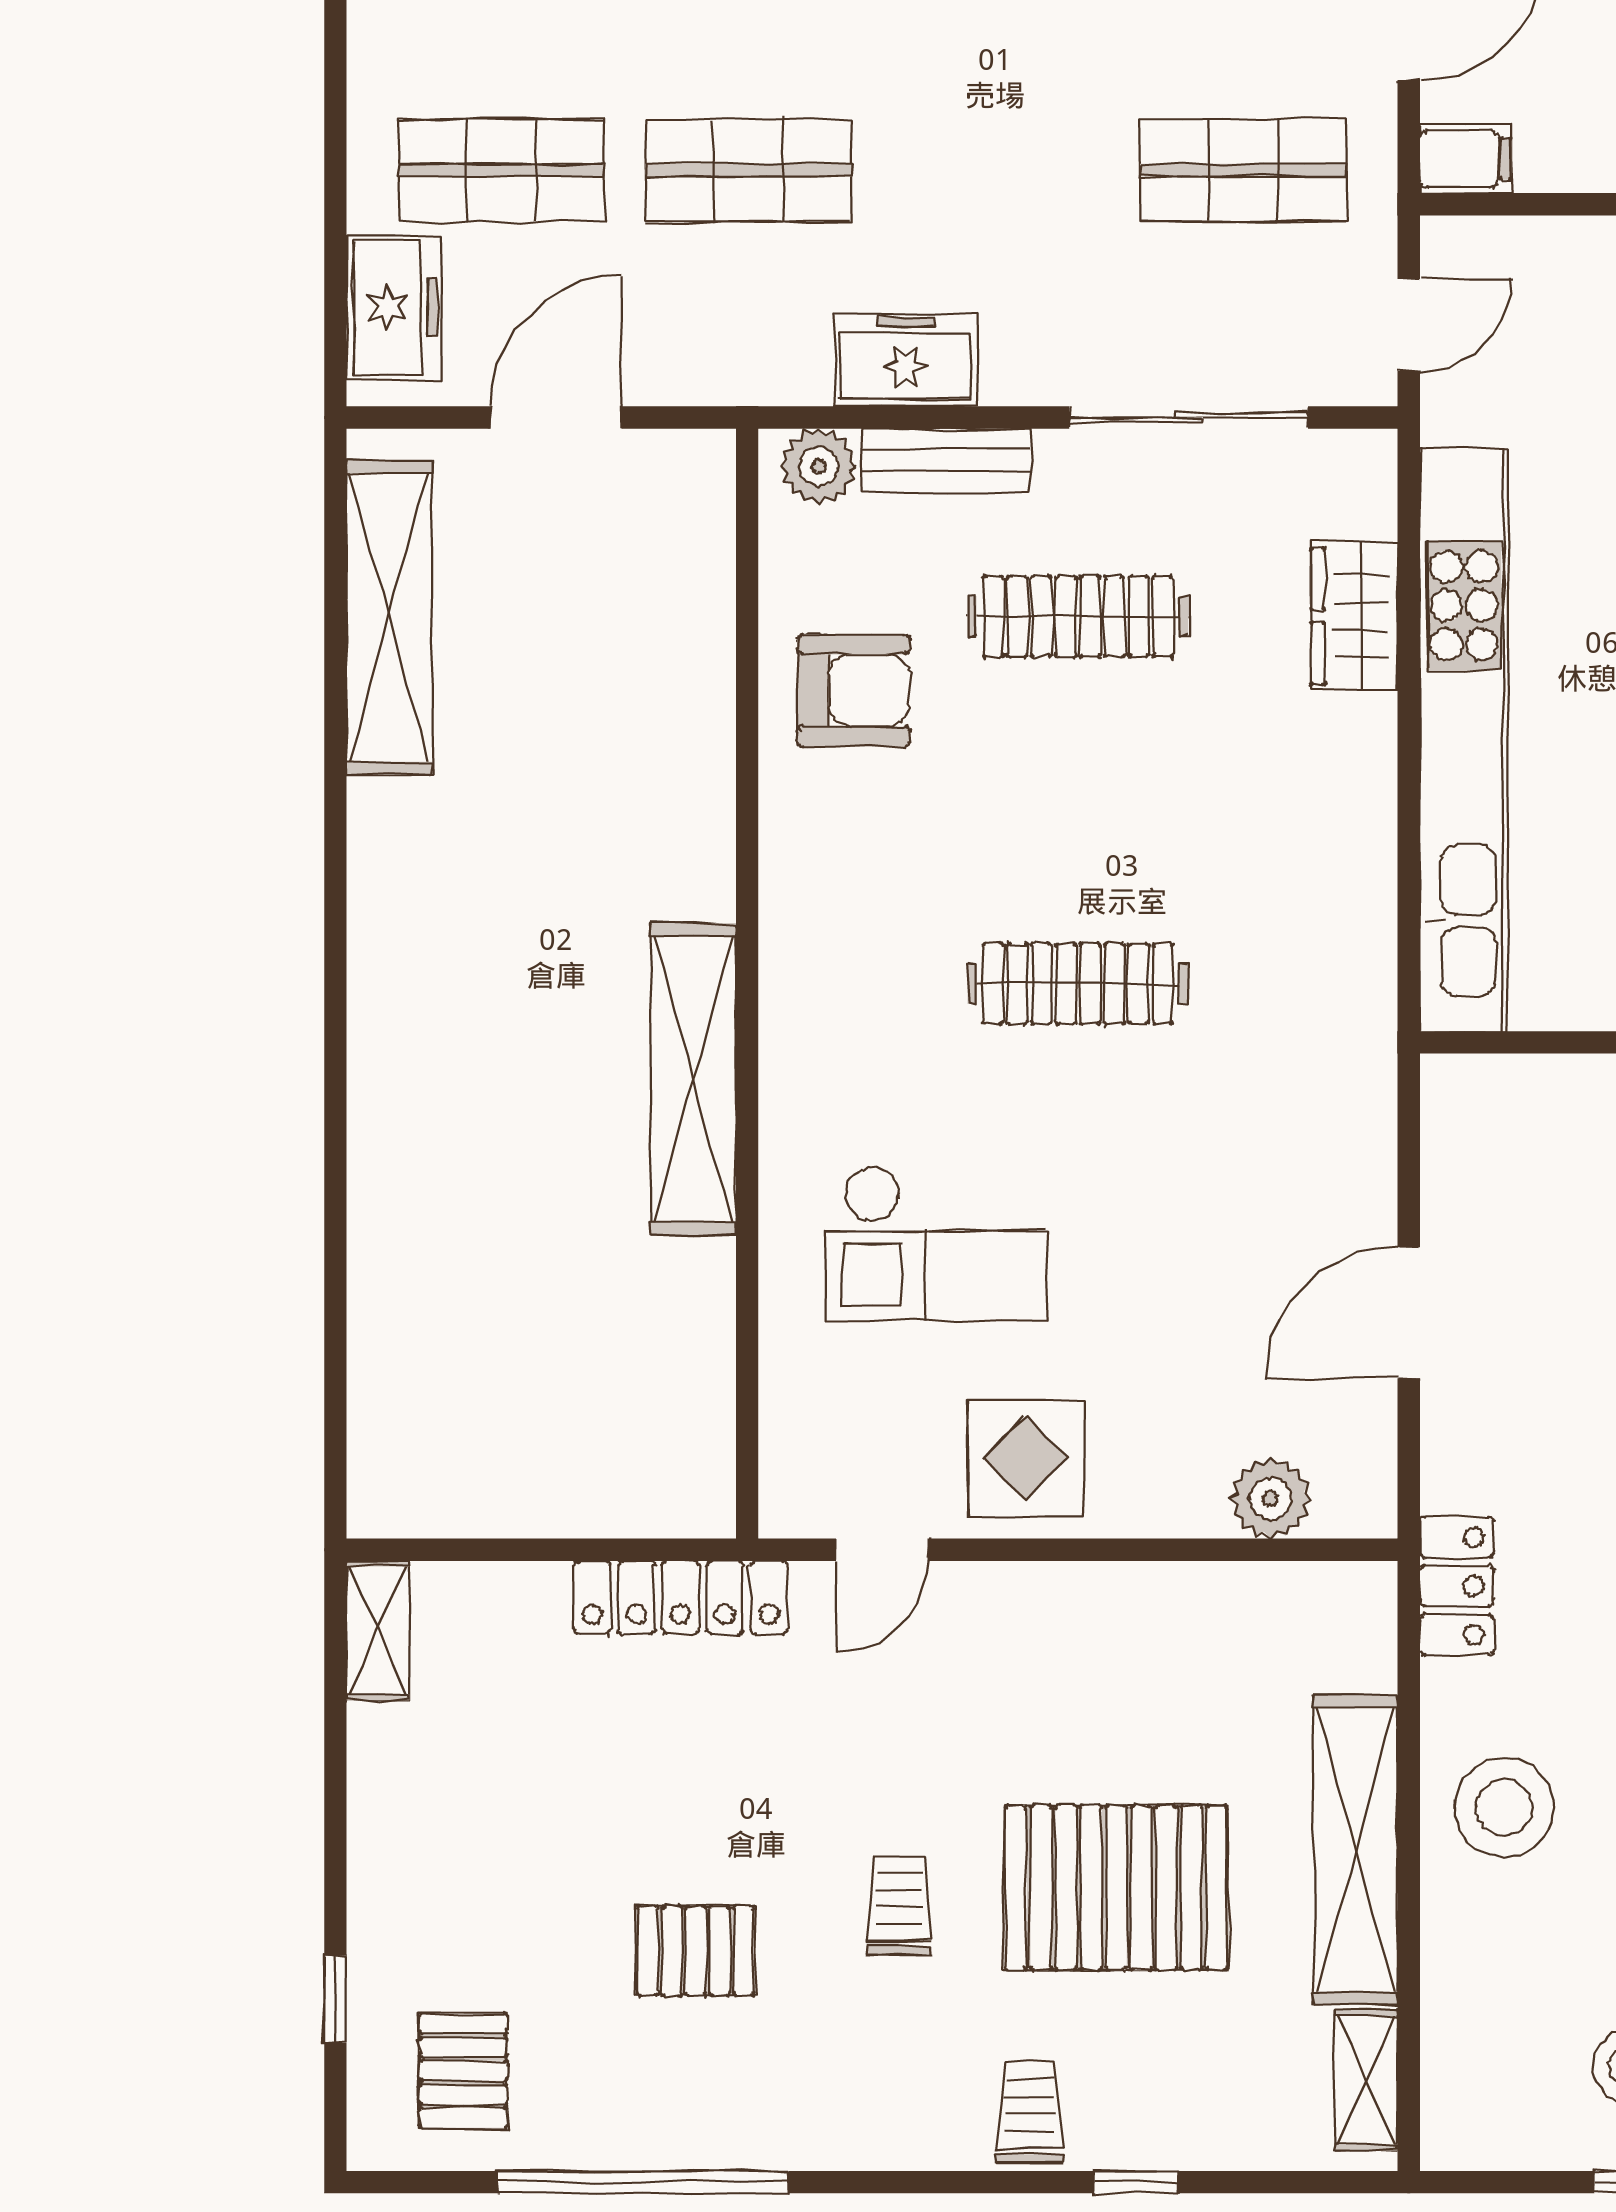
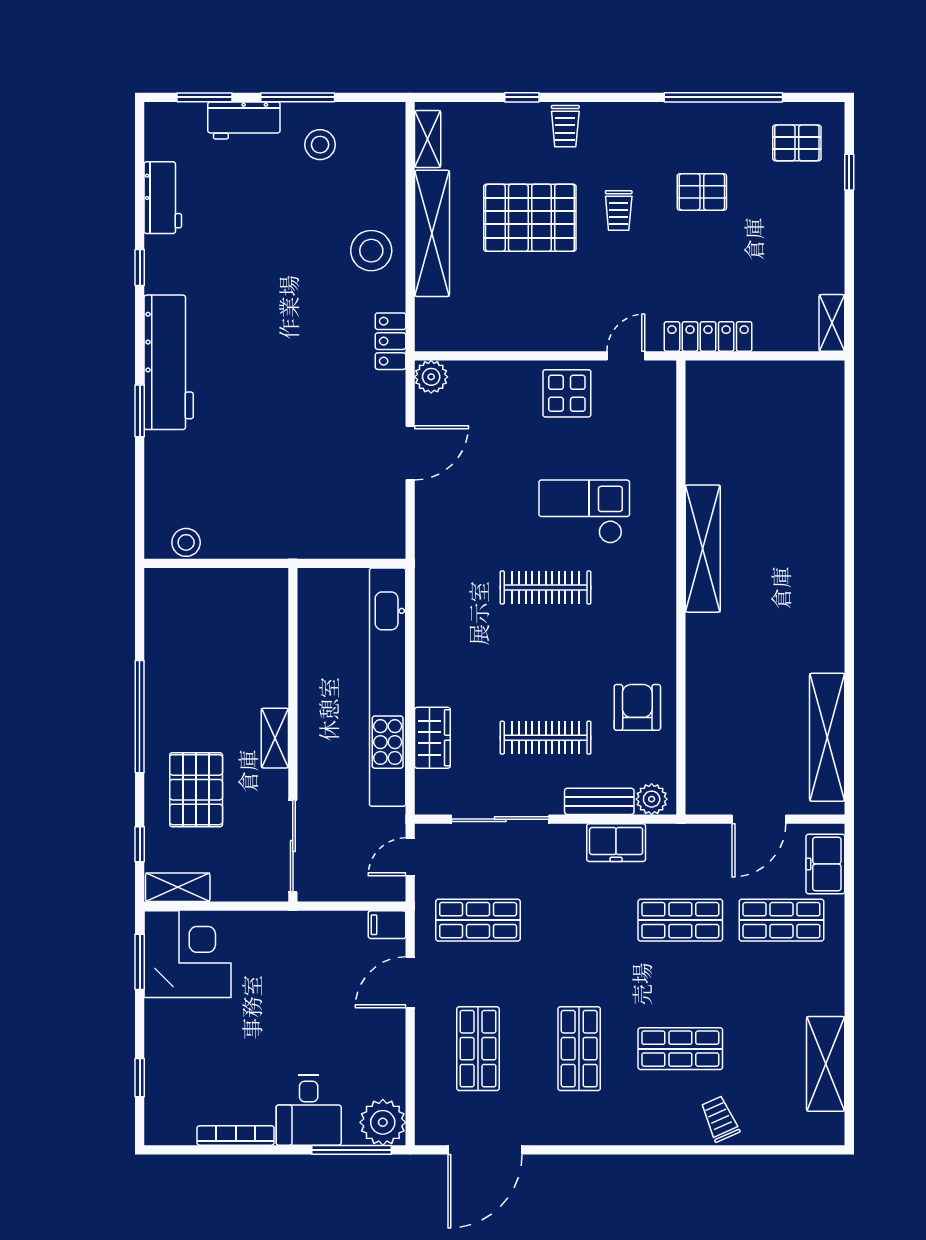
armchair: (854, 690) -> (637, 707), turned 90
checkout: (936, 1244) -> (584, 512), moved
plant: (1271, 1499) -> (431, 377), moved
pallet: (463, 2071) -> (797, 143), turned 90

